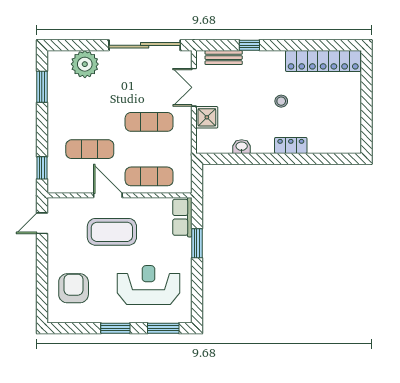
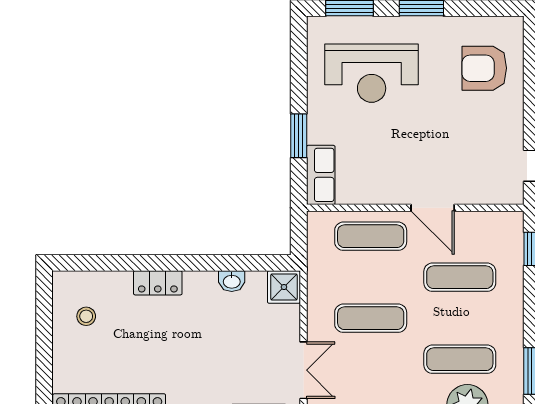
exercise mat: (90, 95) -> (460, 359), added
stool: (281, 101) -> (86, 316), moved
shower: (207, 117) -> (284, 287), moved
coffee table: (112, 232) -> (427, 153), removed
armchair: (74, 288) -> (484, 68), turned 90

